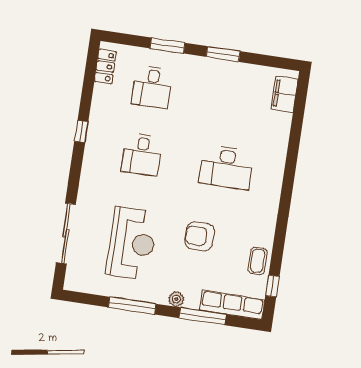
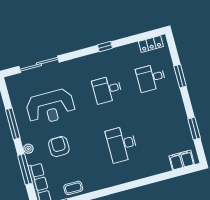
window: (223, 54) -> (194, 129), moved
armchair: (200, 236) -> (59, 147), moved

